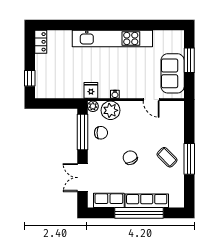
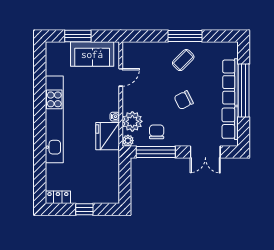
window: (30, 78) -> (84, 209), moved
fridge: (91, 90) -> (108, 136), width x1.88, depth x1.34

